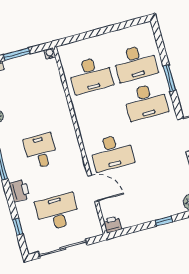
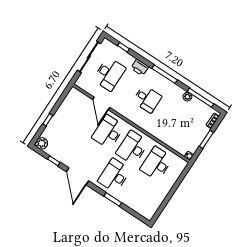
desk: (135, 63) -> (132, 148), moved
door: (93, 188) -> (101, 104), hinge flipped
printer: (112, 225) -> (74, 93), removed

